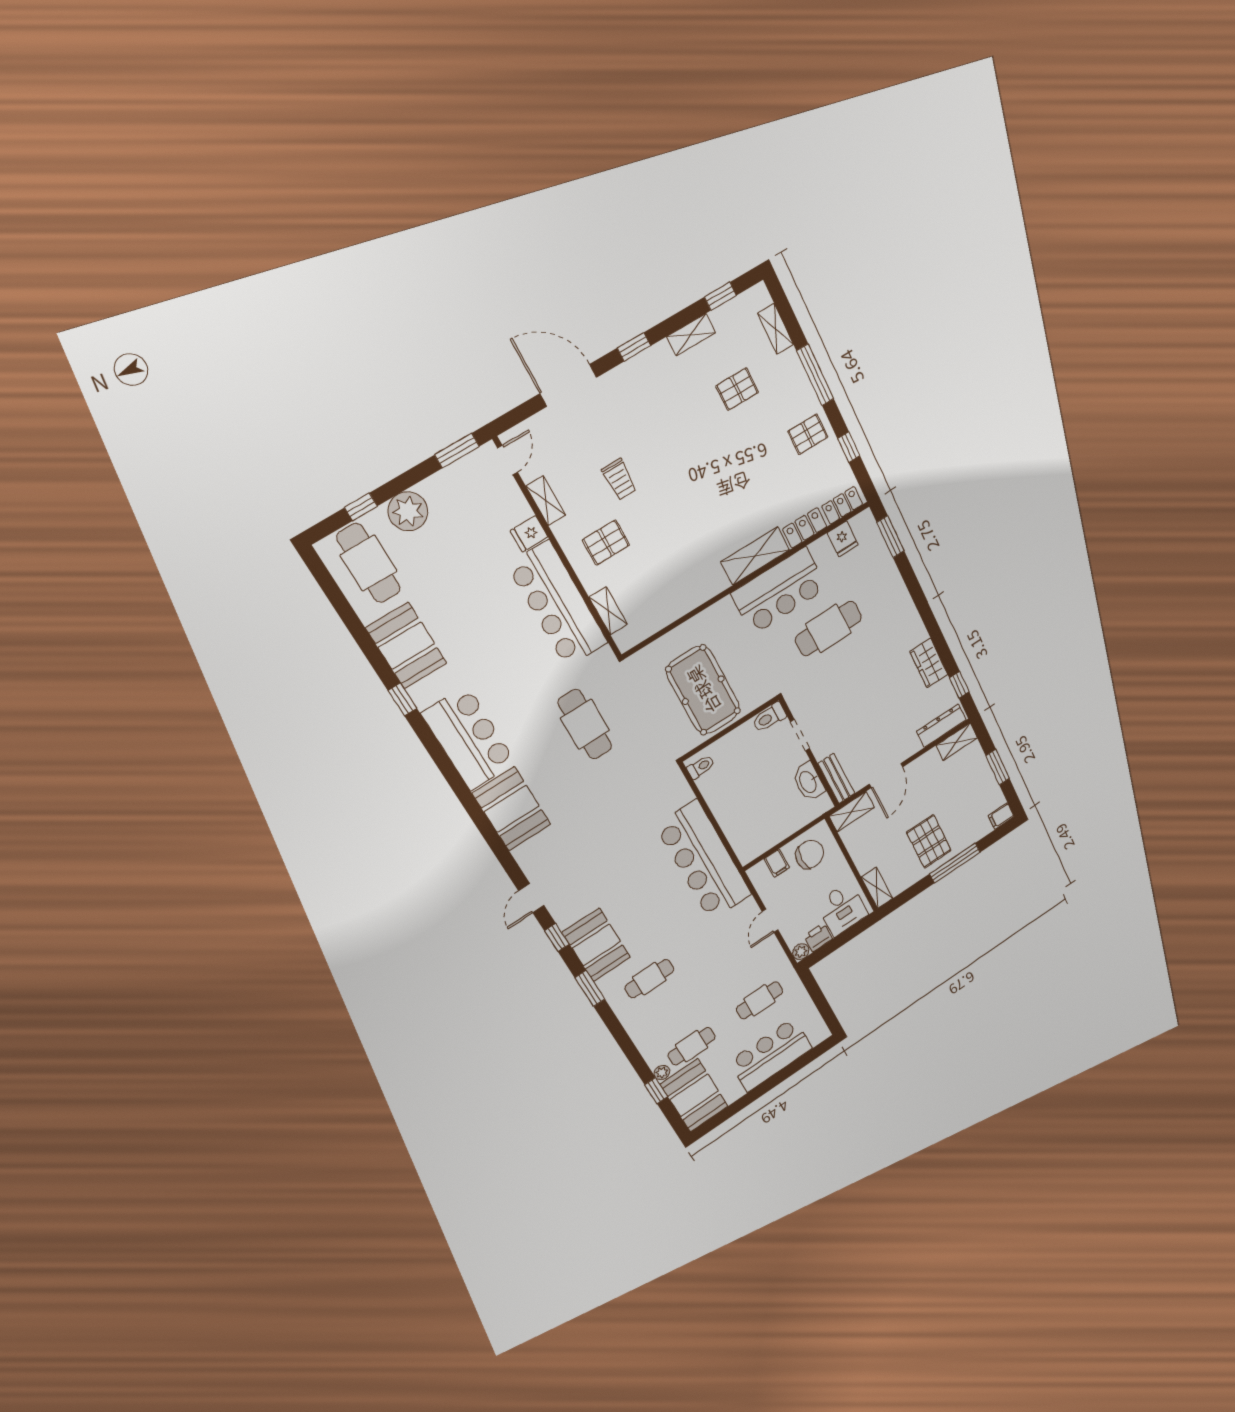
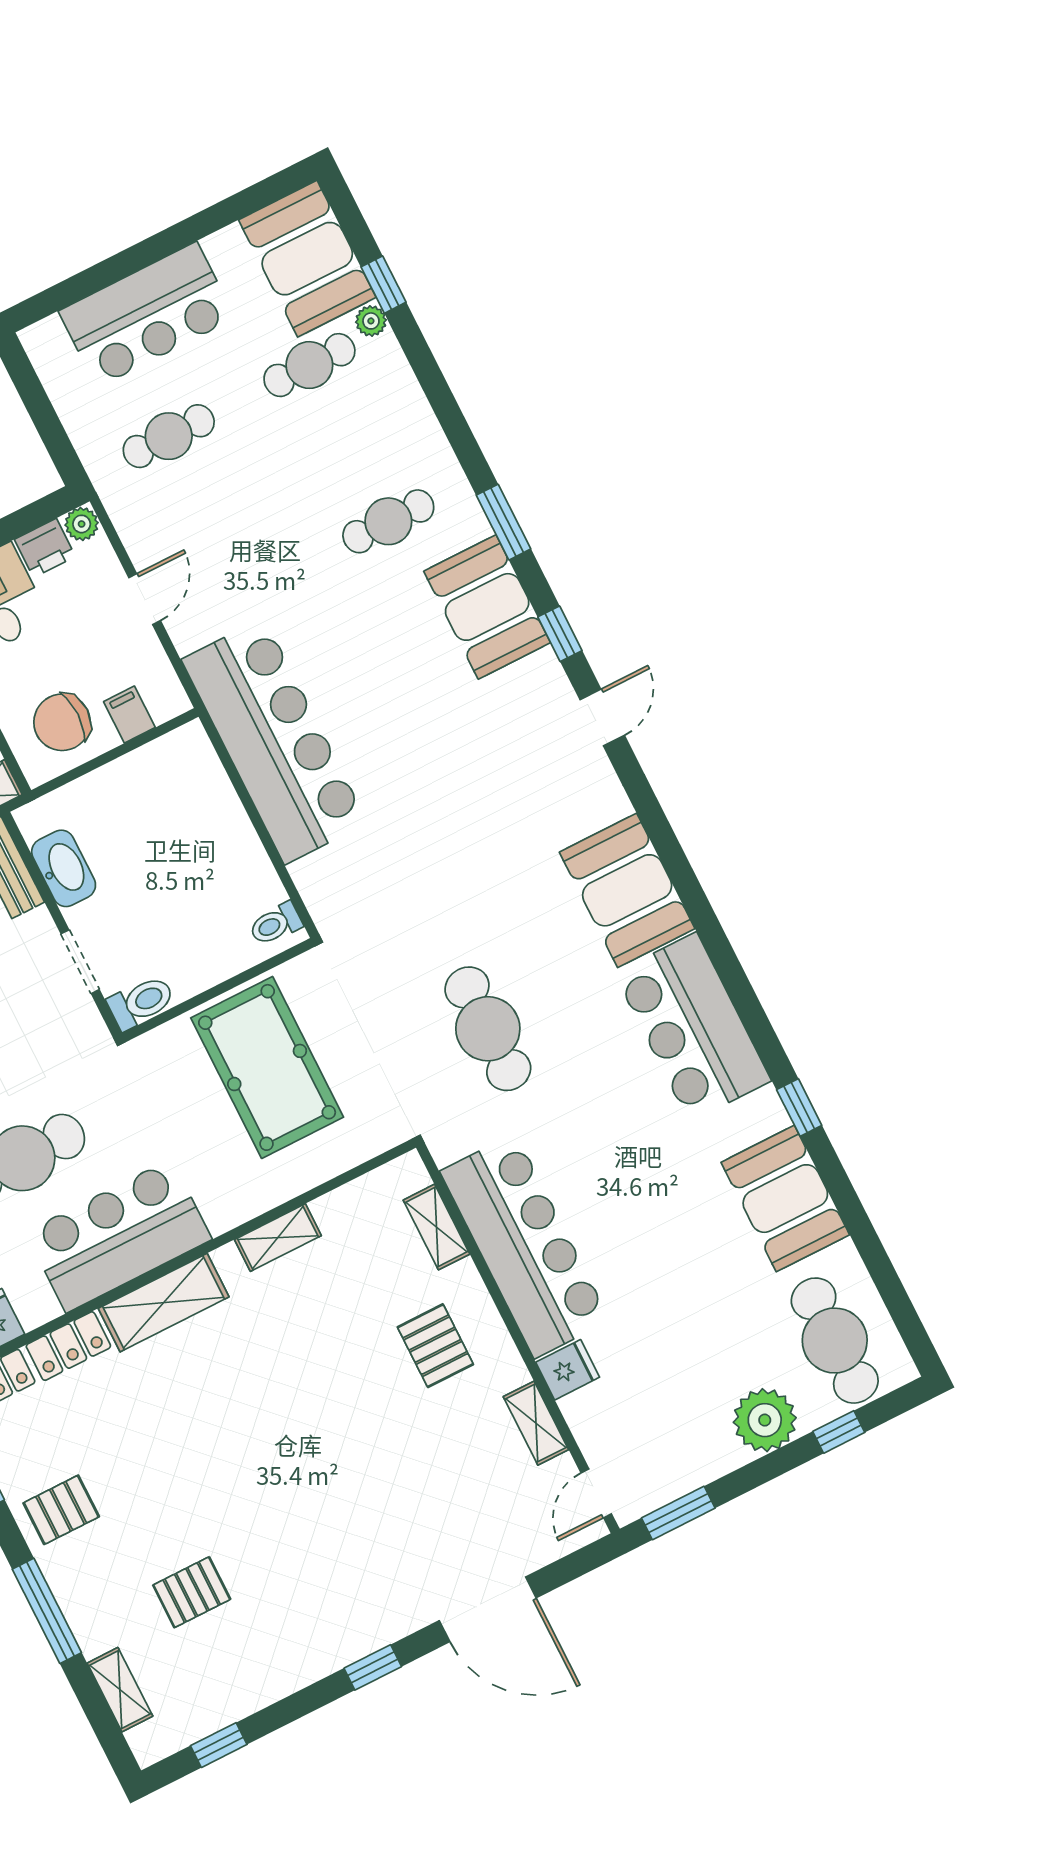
shelving: (691, 335) -> (278, 1238), moved
trolley: (619, 479) -> (407, 1451), removed
pallet: (606, 543) -> (435, 1346), turned 90

